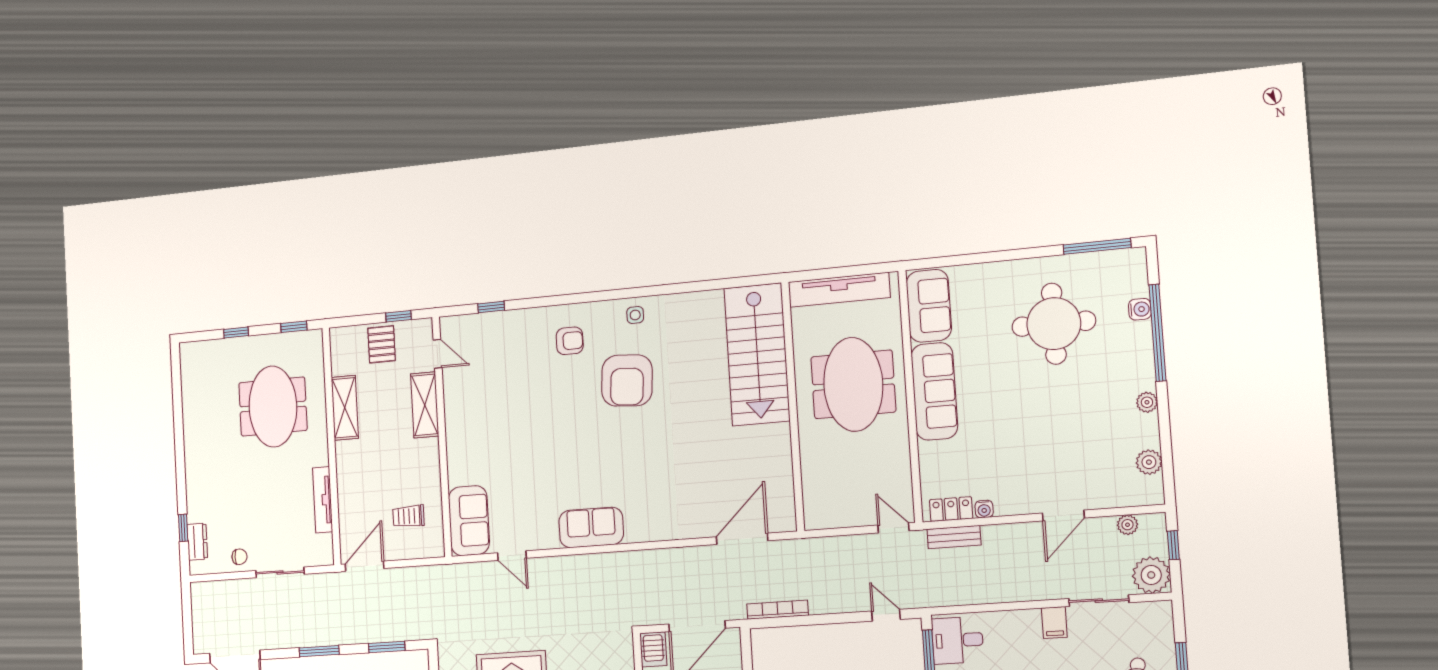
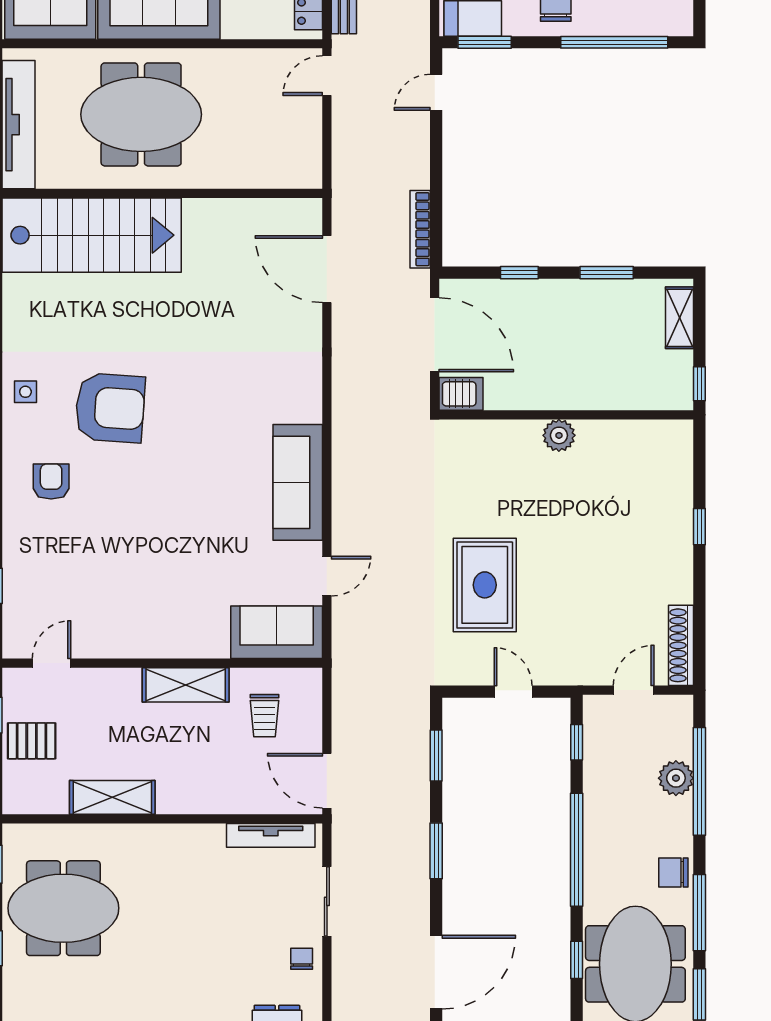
shelving: (425, 405) -> (186, 685), moved
meeting table: (273, 407) -> (63, 908), moved
tv unit: (323, 500) -> (271, 835), moved
sofa: (591, 527) -> (298, 482), width x1.36

